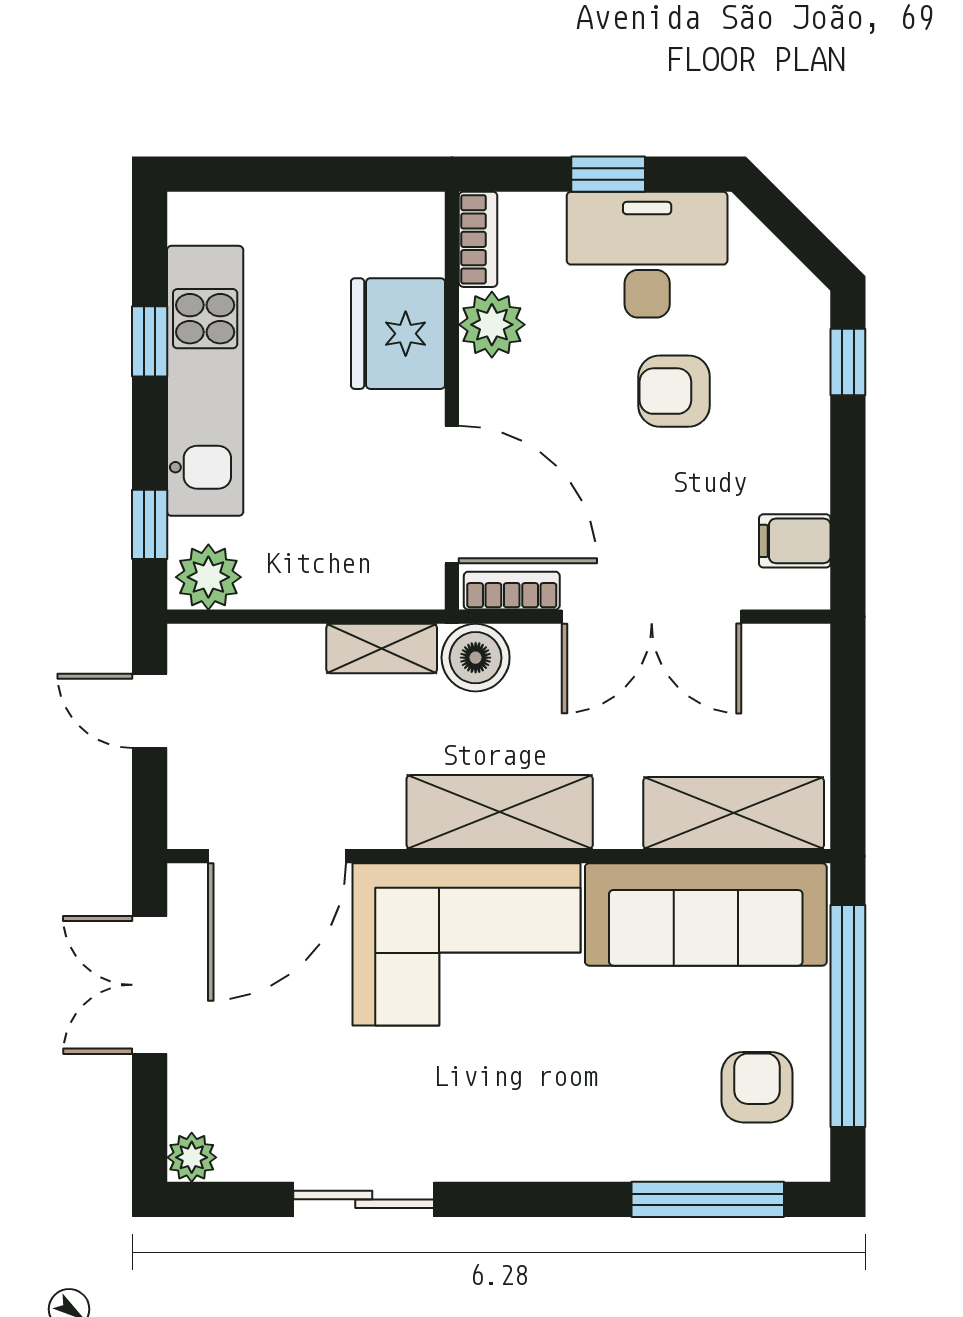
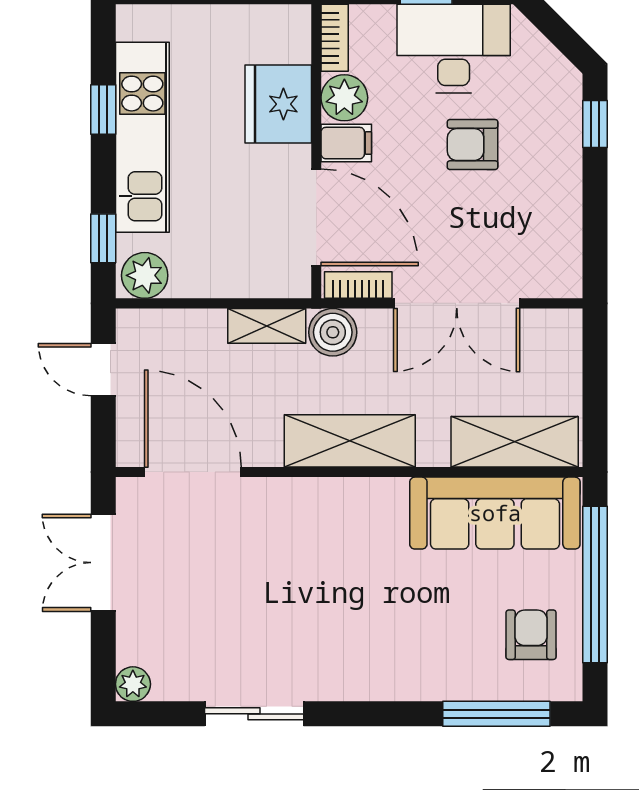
filing cabinet: (795, 541) -> (346, 143), moved, turned 180
door: (277, 856) -> (193, 472), swing flipped
corner sofa: (466, 944) -> (326, 534), removed

